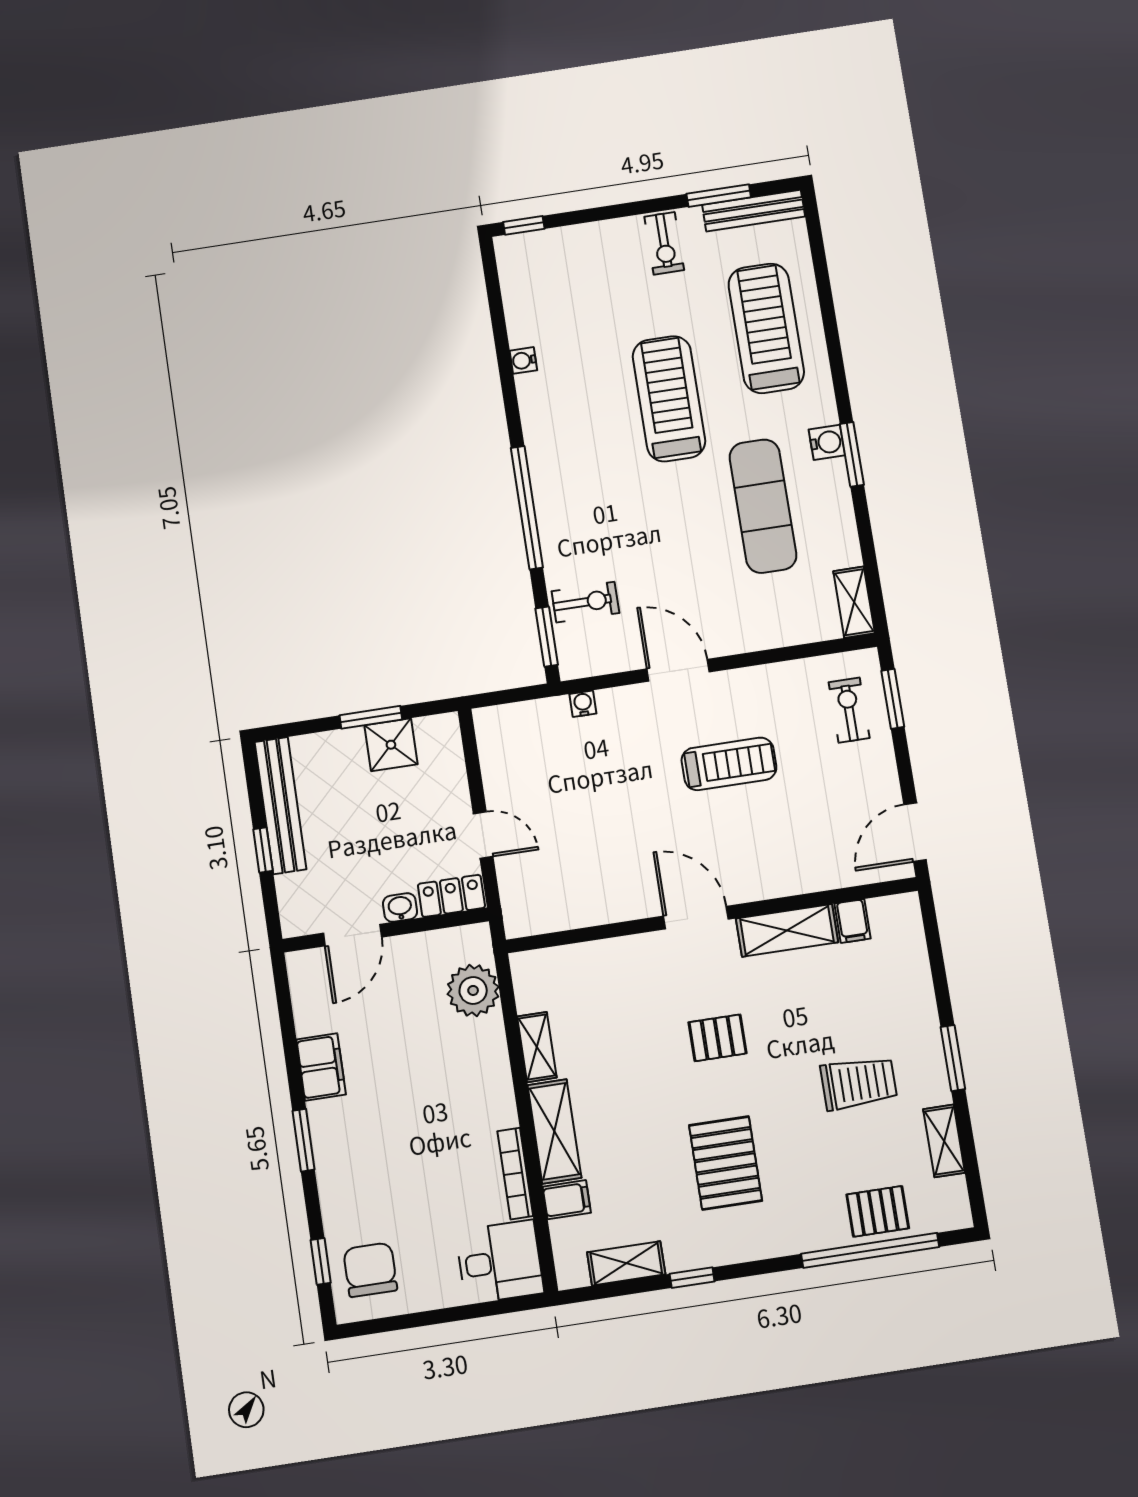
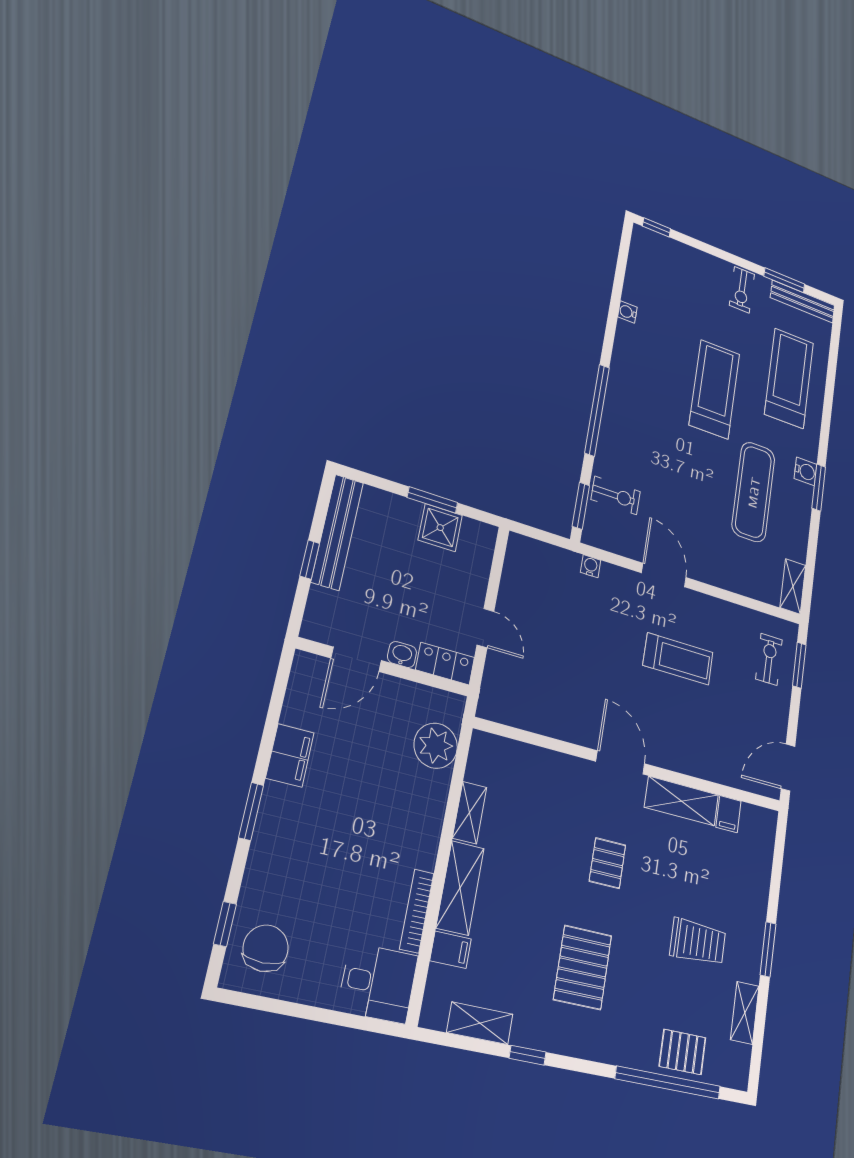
pallet: (718, 1038) -> (607, 863), turned 90

